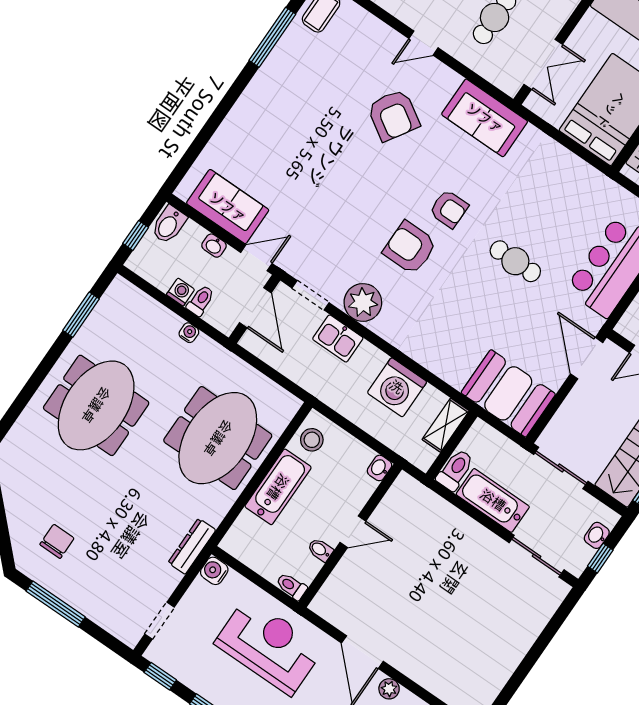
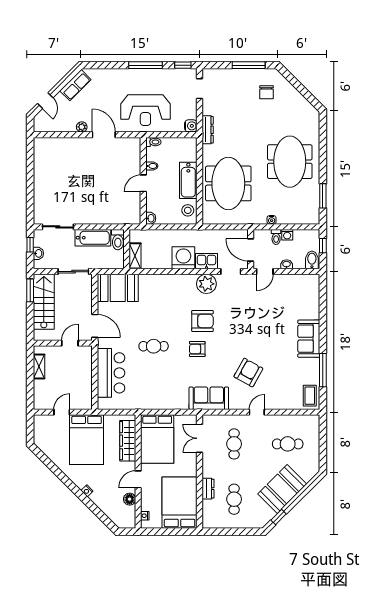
armchair: (393, 115) -> (248, 373), turned 87
sofa: (228, 207) -> (309, 339), moved, turned 90
washing machine: (397, 387) -> (183, 258), moved

